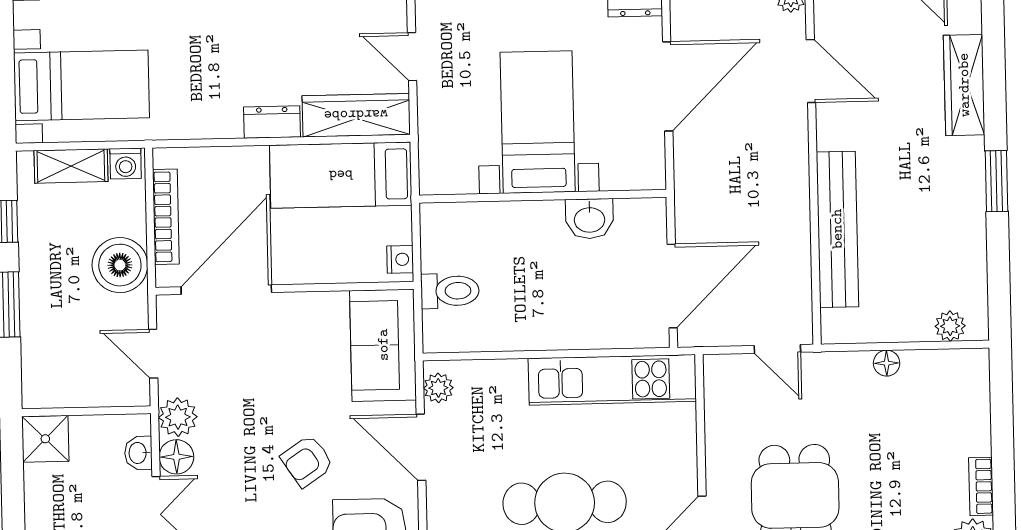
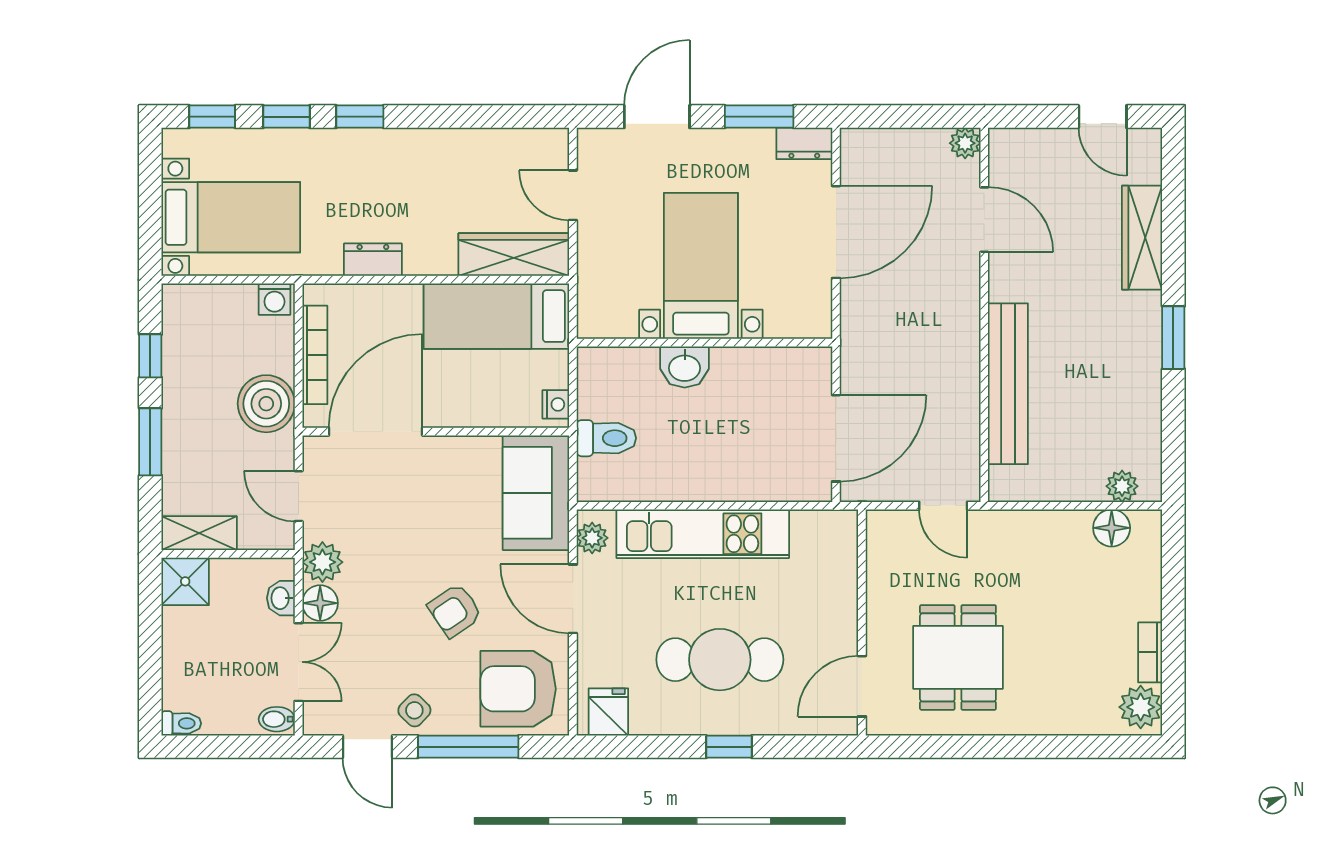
dresser: (272, 122) -> (373, 260), moved
shelving: (71, 166) -> (199, 533), moved
washbasin: (590, 219) -> (685, 367), moved
floor lamp: (887, 363) -> (1112, 528), moved, width x1.37, depth x1.37
kitchen unit: (612, 380) -> (703, 534), moved

